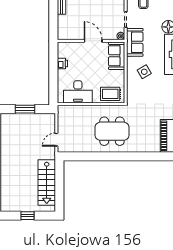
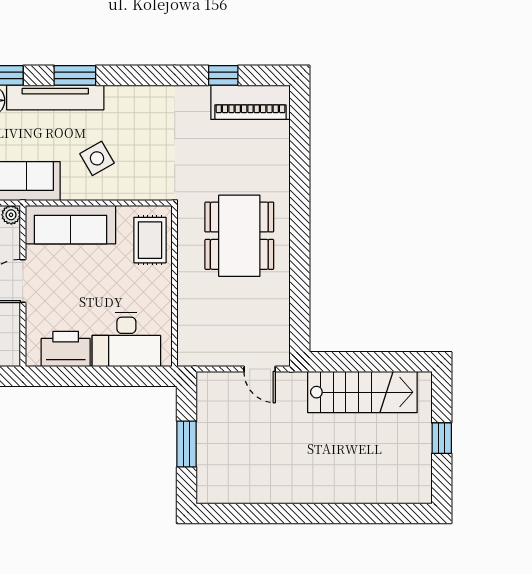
sofa: (117, 56) -> (70, 225), width x1.36
printer: (62, 63) -> (66, 349), width x1.87, depth x1.48
desk: (78, 92) -> (126, 340), moved, turned 90

